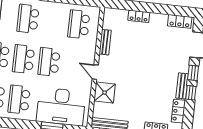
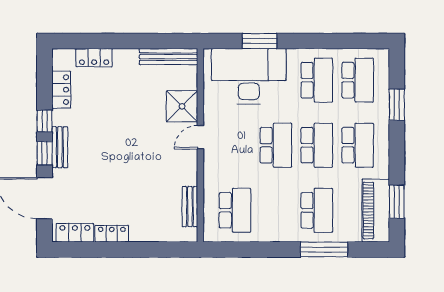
locker: (139, 16) -> (112, 234), moved
bench: (105, 42) -> (190, 207), moved
door: (95, 72) -> (200, 137), swing flipped
bench: (182, 86) -> (60, 147), moved

